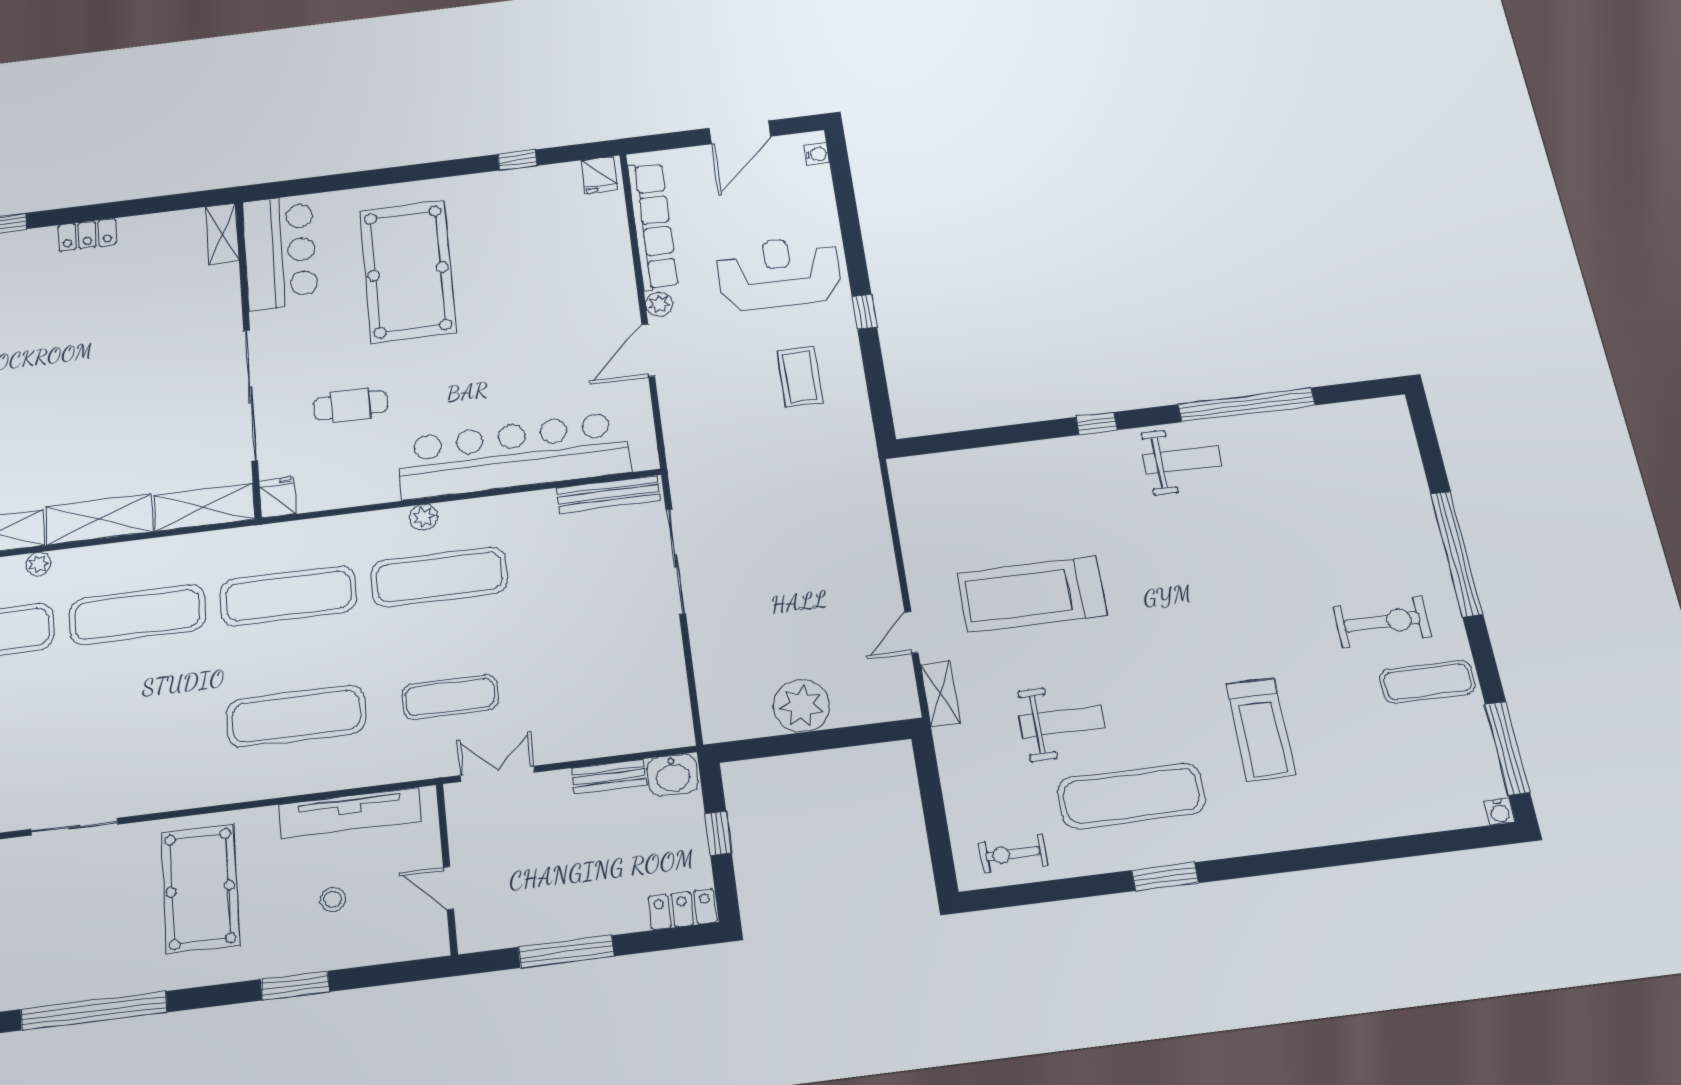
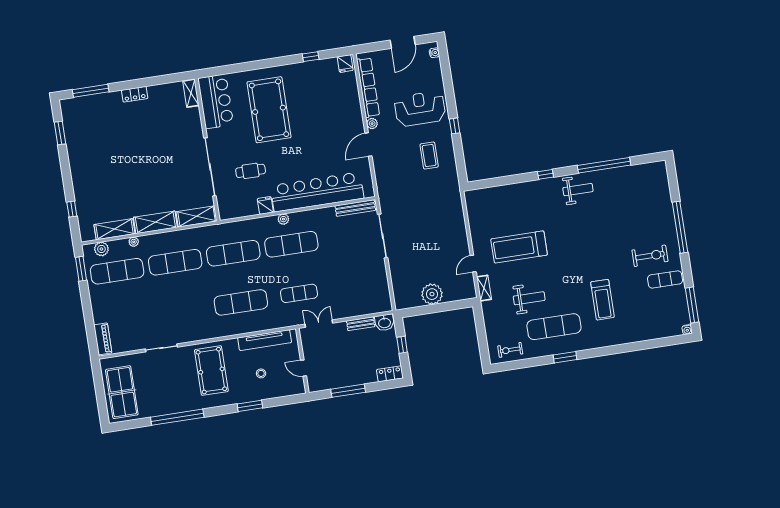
fridge: (278, 497) -> (265, 205), moved

